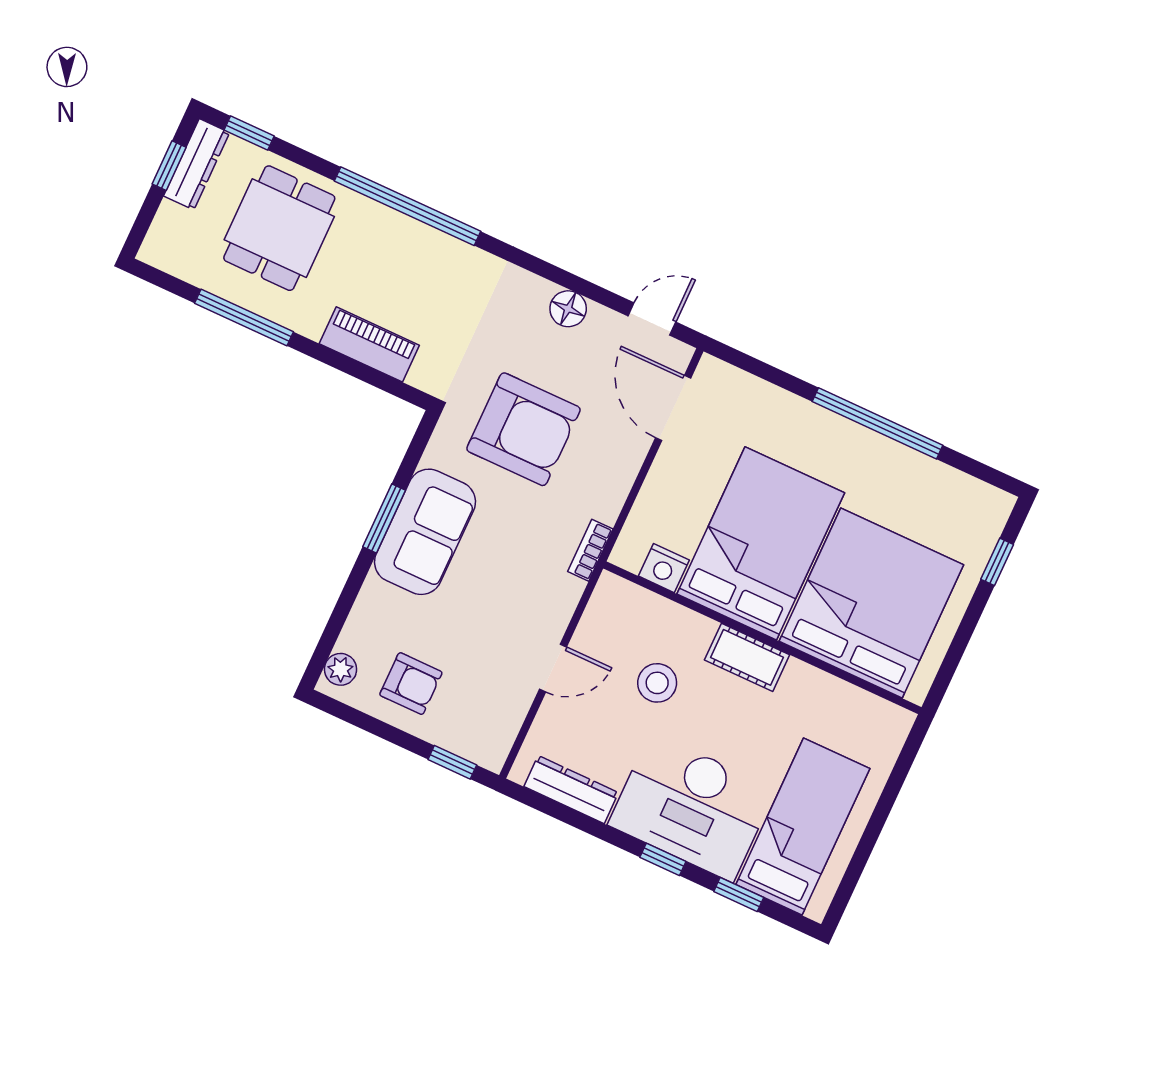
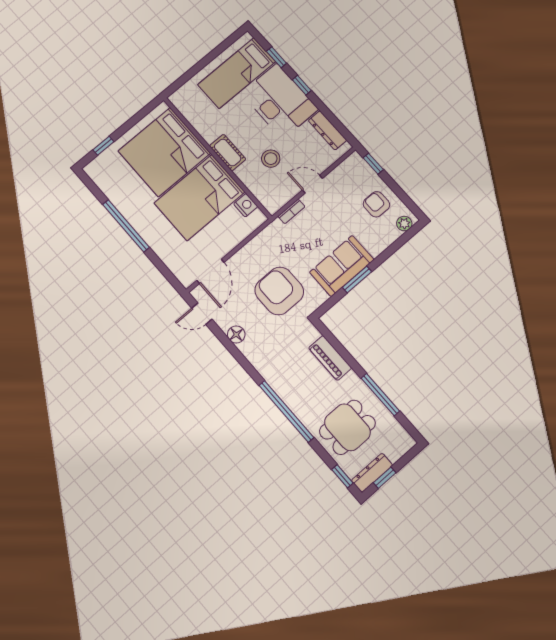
bookcase: (590, 550) -> (291, 212), moved

